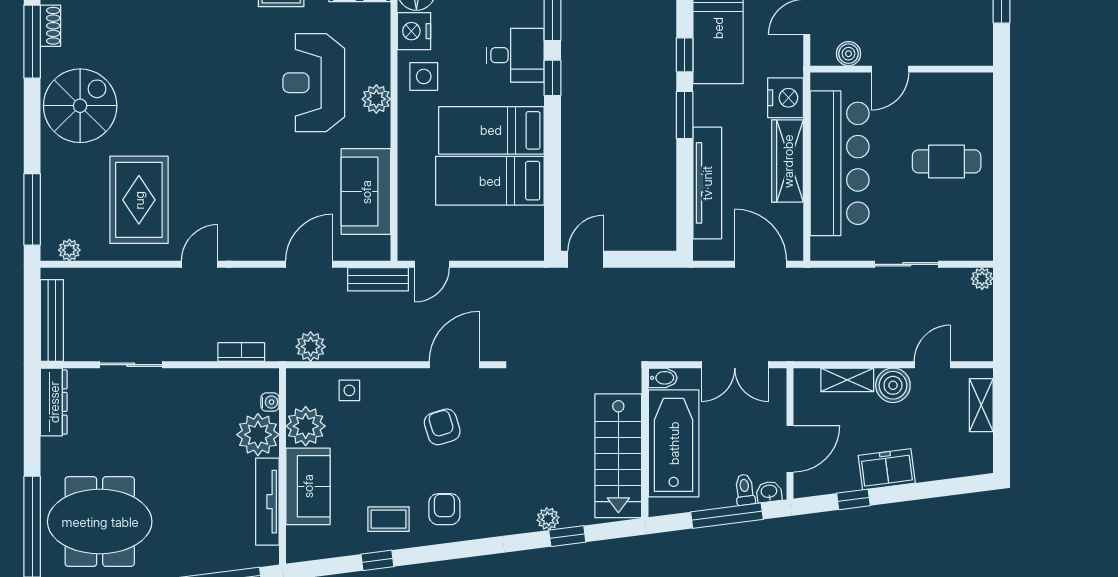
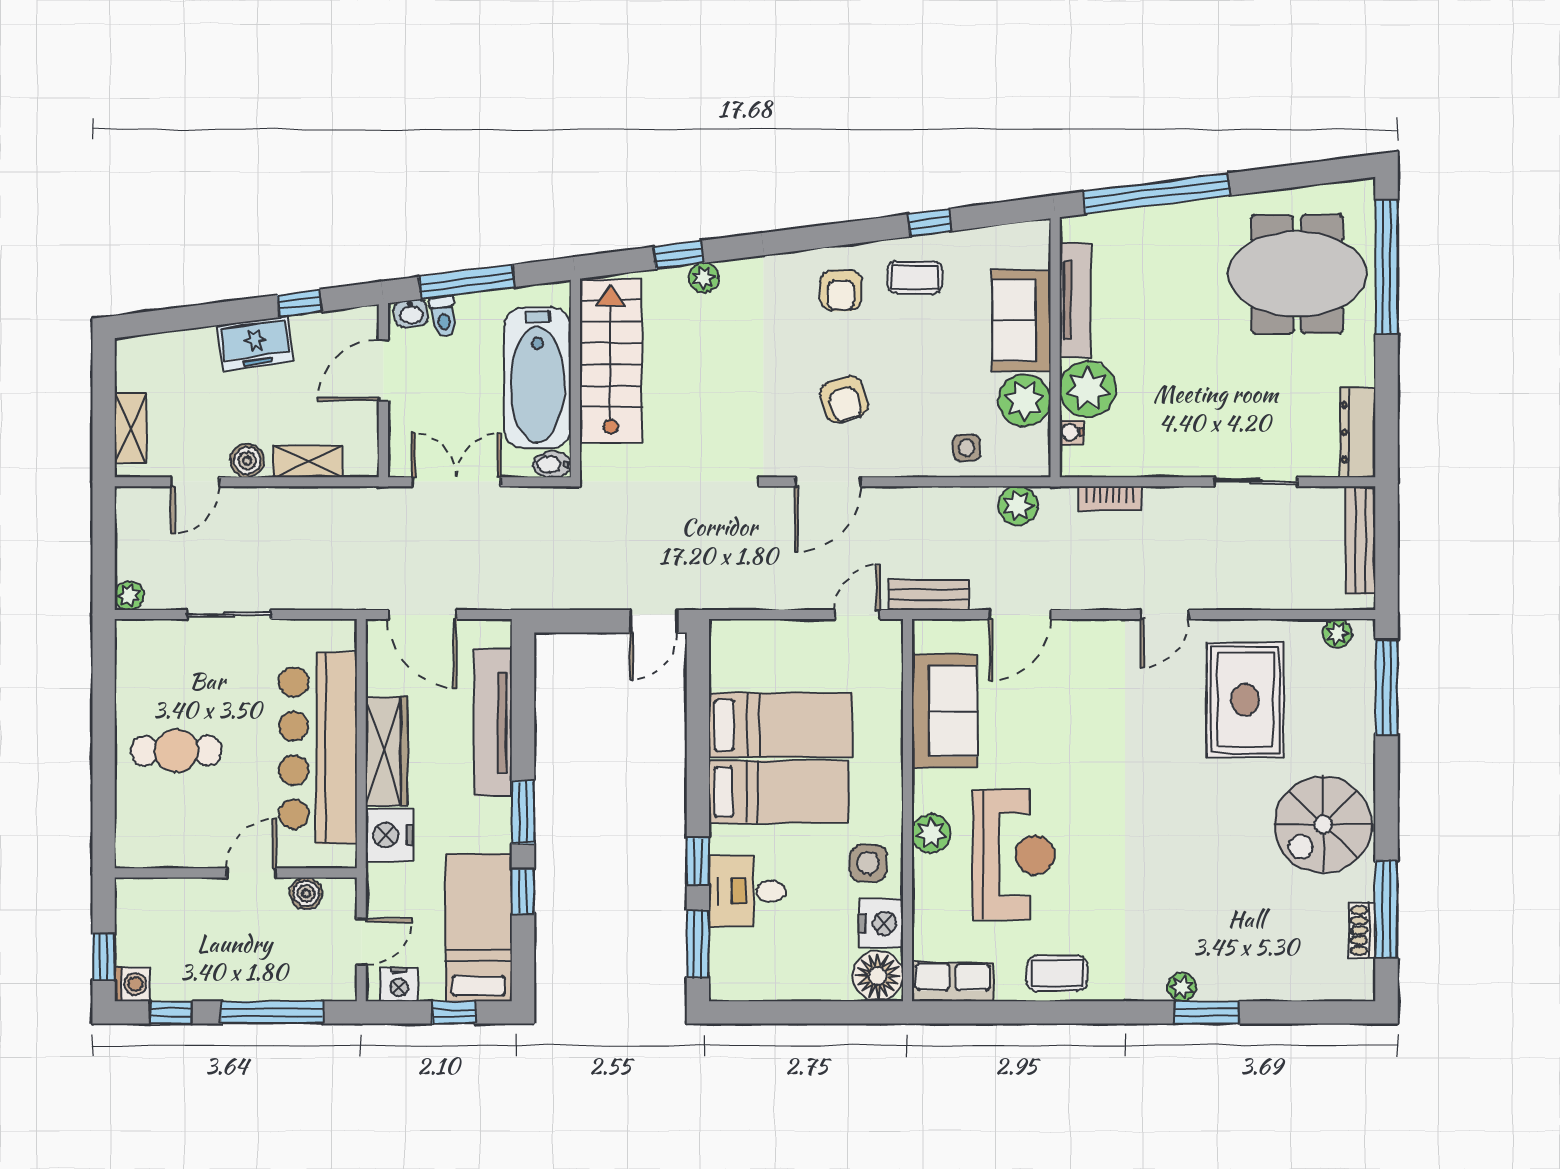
boiler: (893, 385) -> (247, 461), width x0.73, depth x0.73

